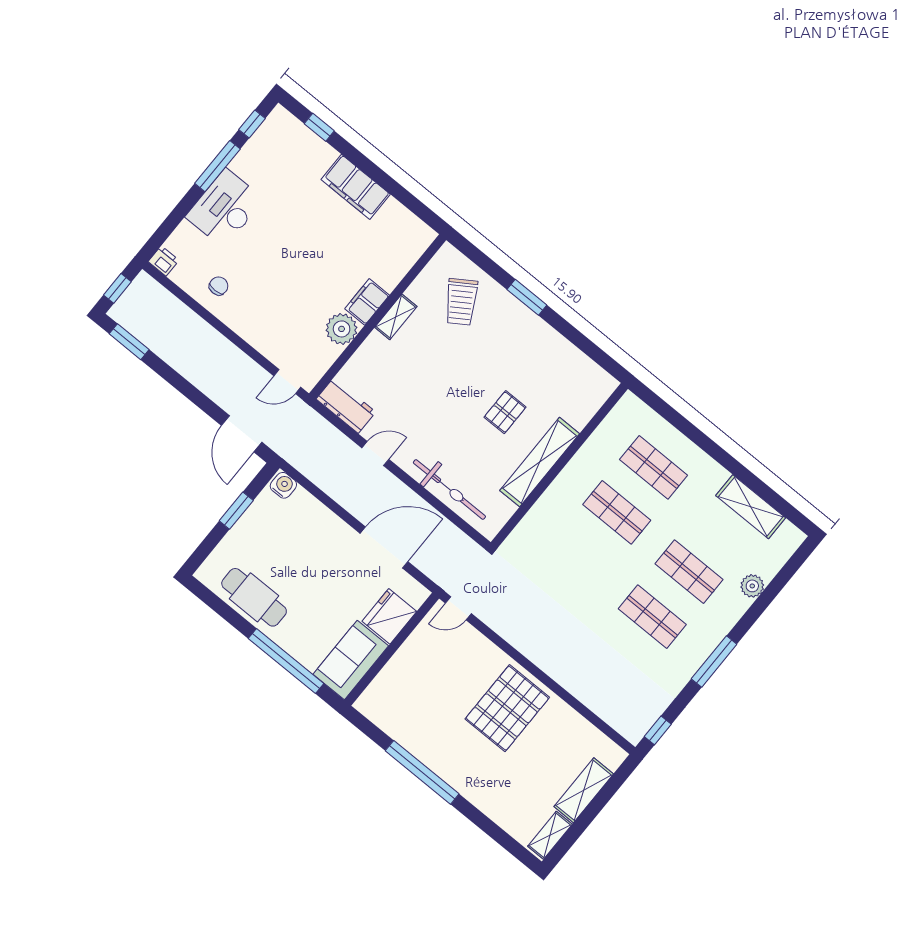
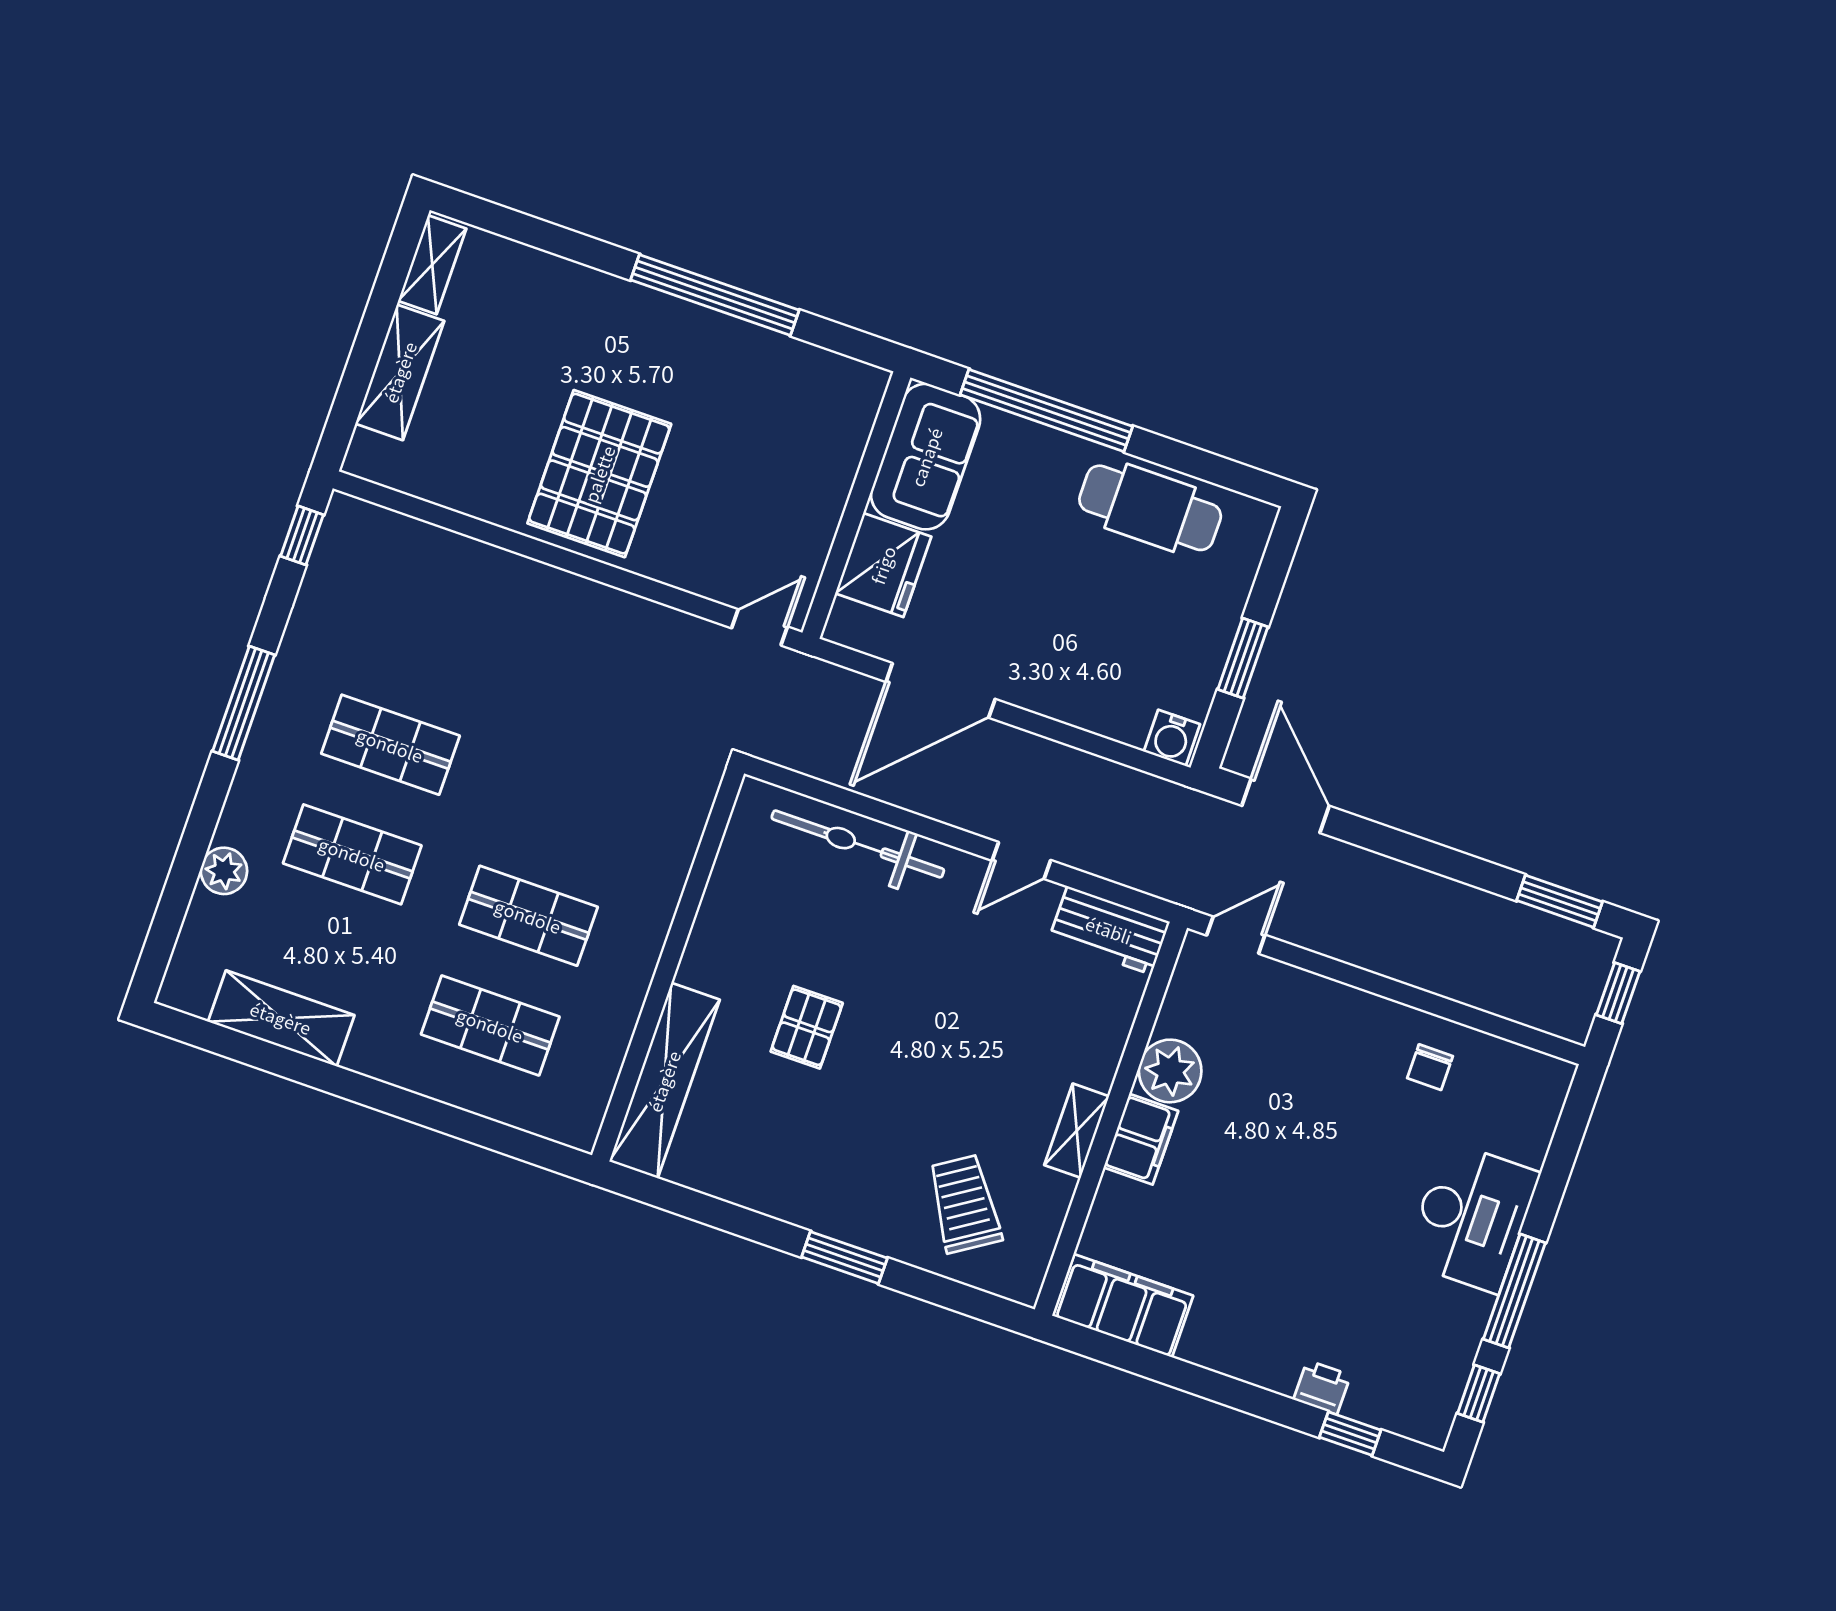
filing cabinet: (356, 187) -> (1123, 1306), moved
printer: (164, 261) -> (1322, 1387), moved, turned 180
shelving: (540, 462) -> (664, 1081), moved

